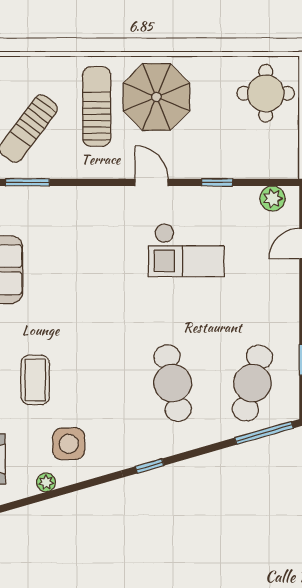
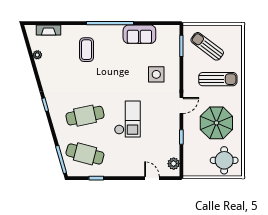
parasol: (156, 97) -> (216, 123), moved
checkout: (186, 250) -> (127, 119), moved, turned 180
coffee table: (35, 380) -> (87, 50), turned 90
side table: (69, 444) -> (156, 74), moved

